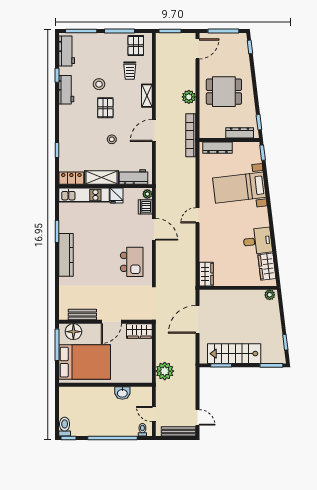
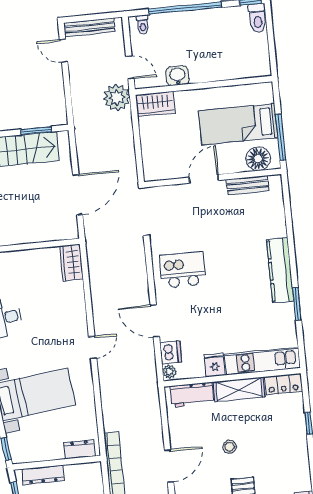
dresser: (217, 148) -> (80, 449), width x0.70
kitchen island: (132, 262) -> (183, 270), turned 90
wardrobe: (139, 331) -> (155, 104), moved, turned 180
bed: (85, 362) -> (238, 124), width x0.67
plant: (165, 371) -> (117, 98), moved
door: (154, 414) -> (130, 67), moved

